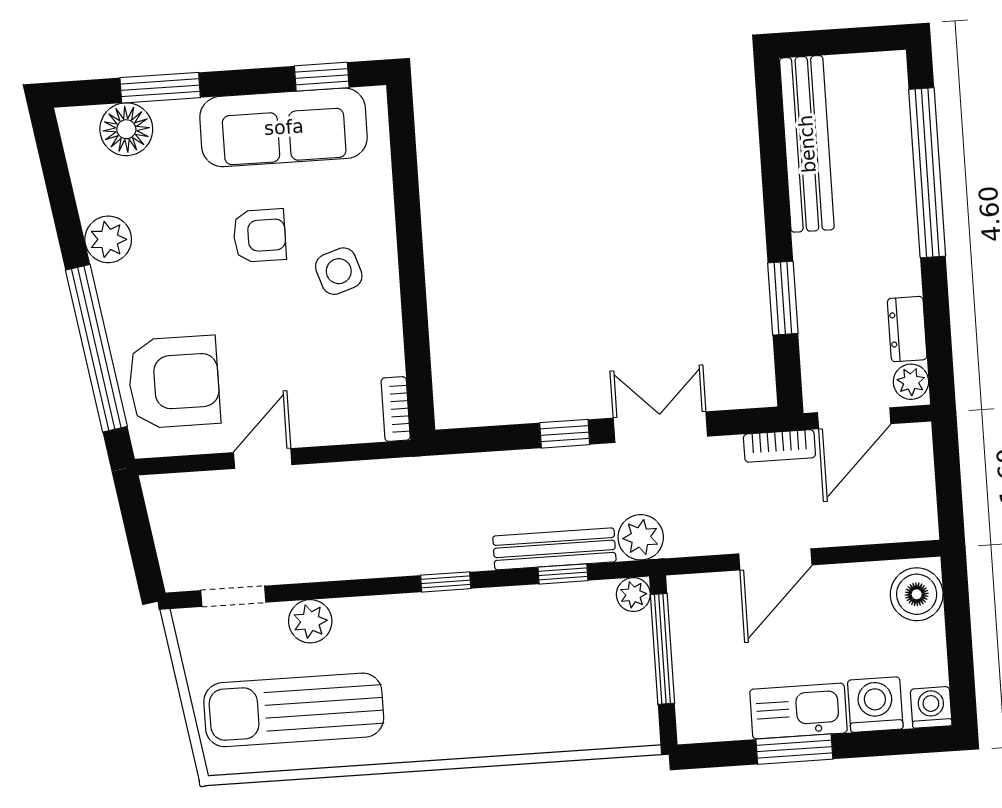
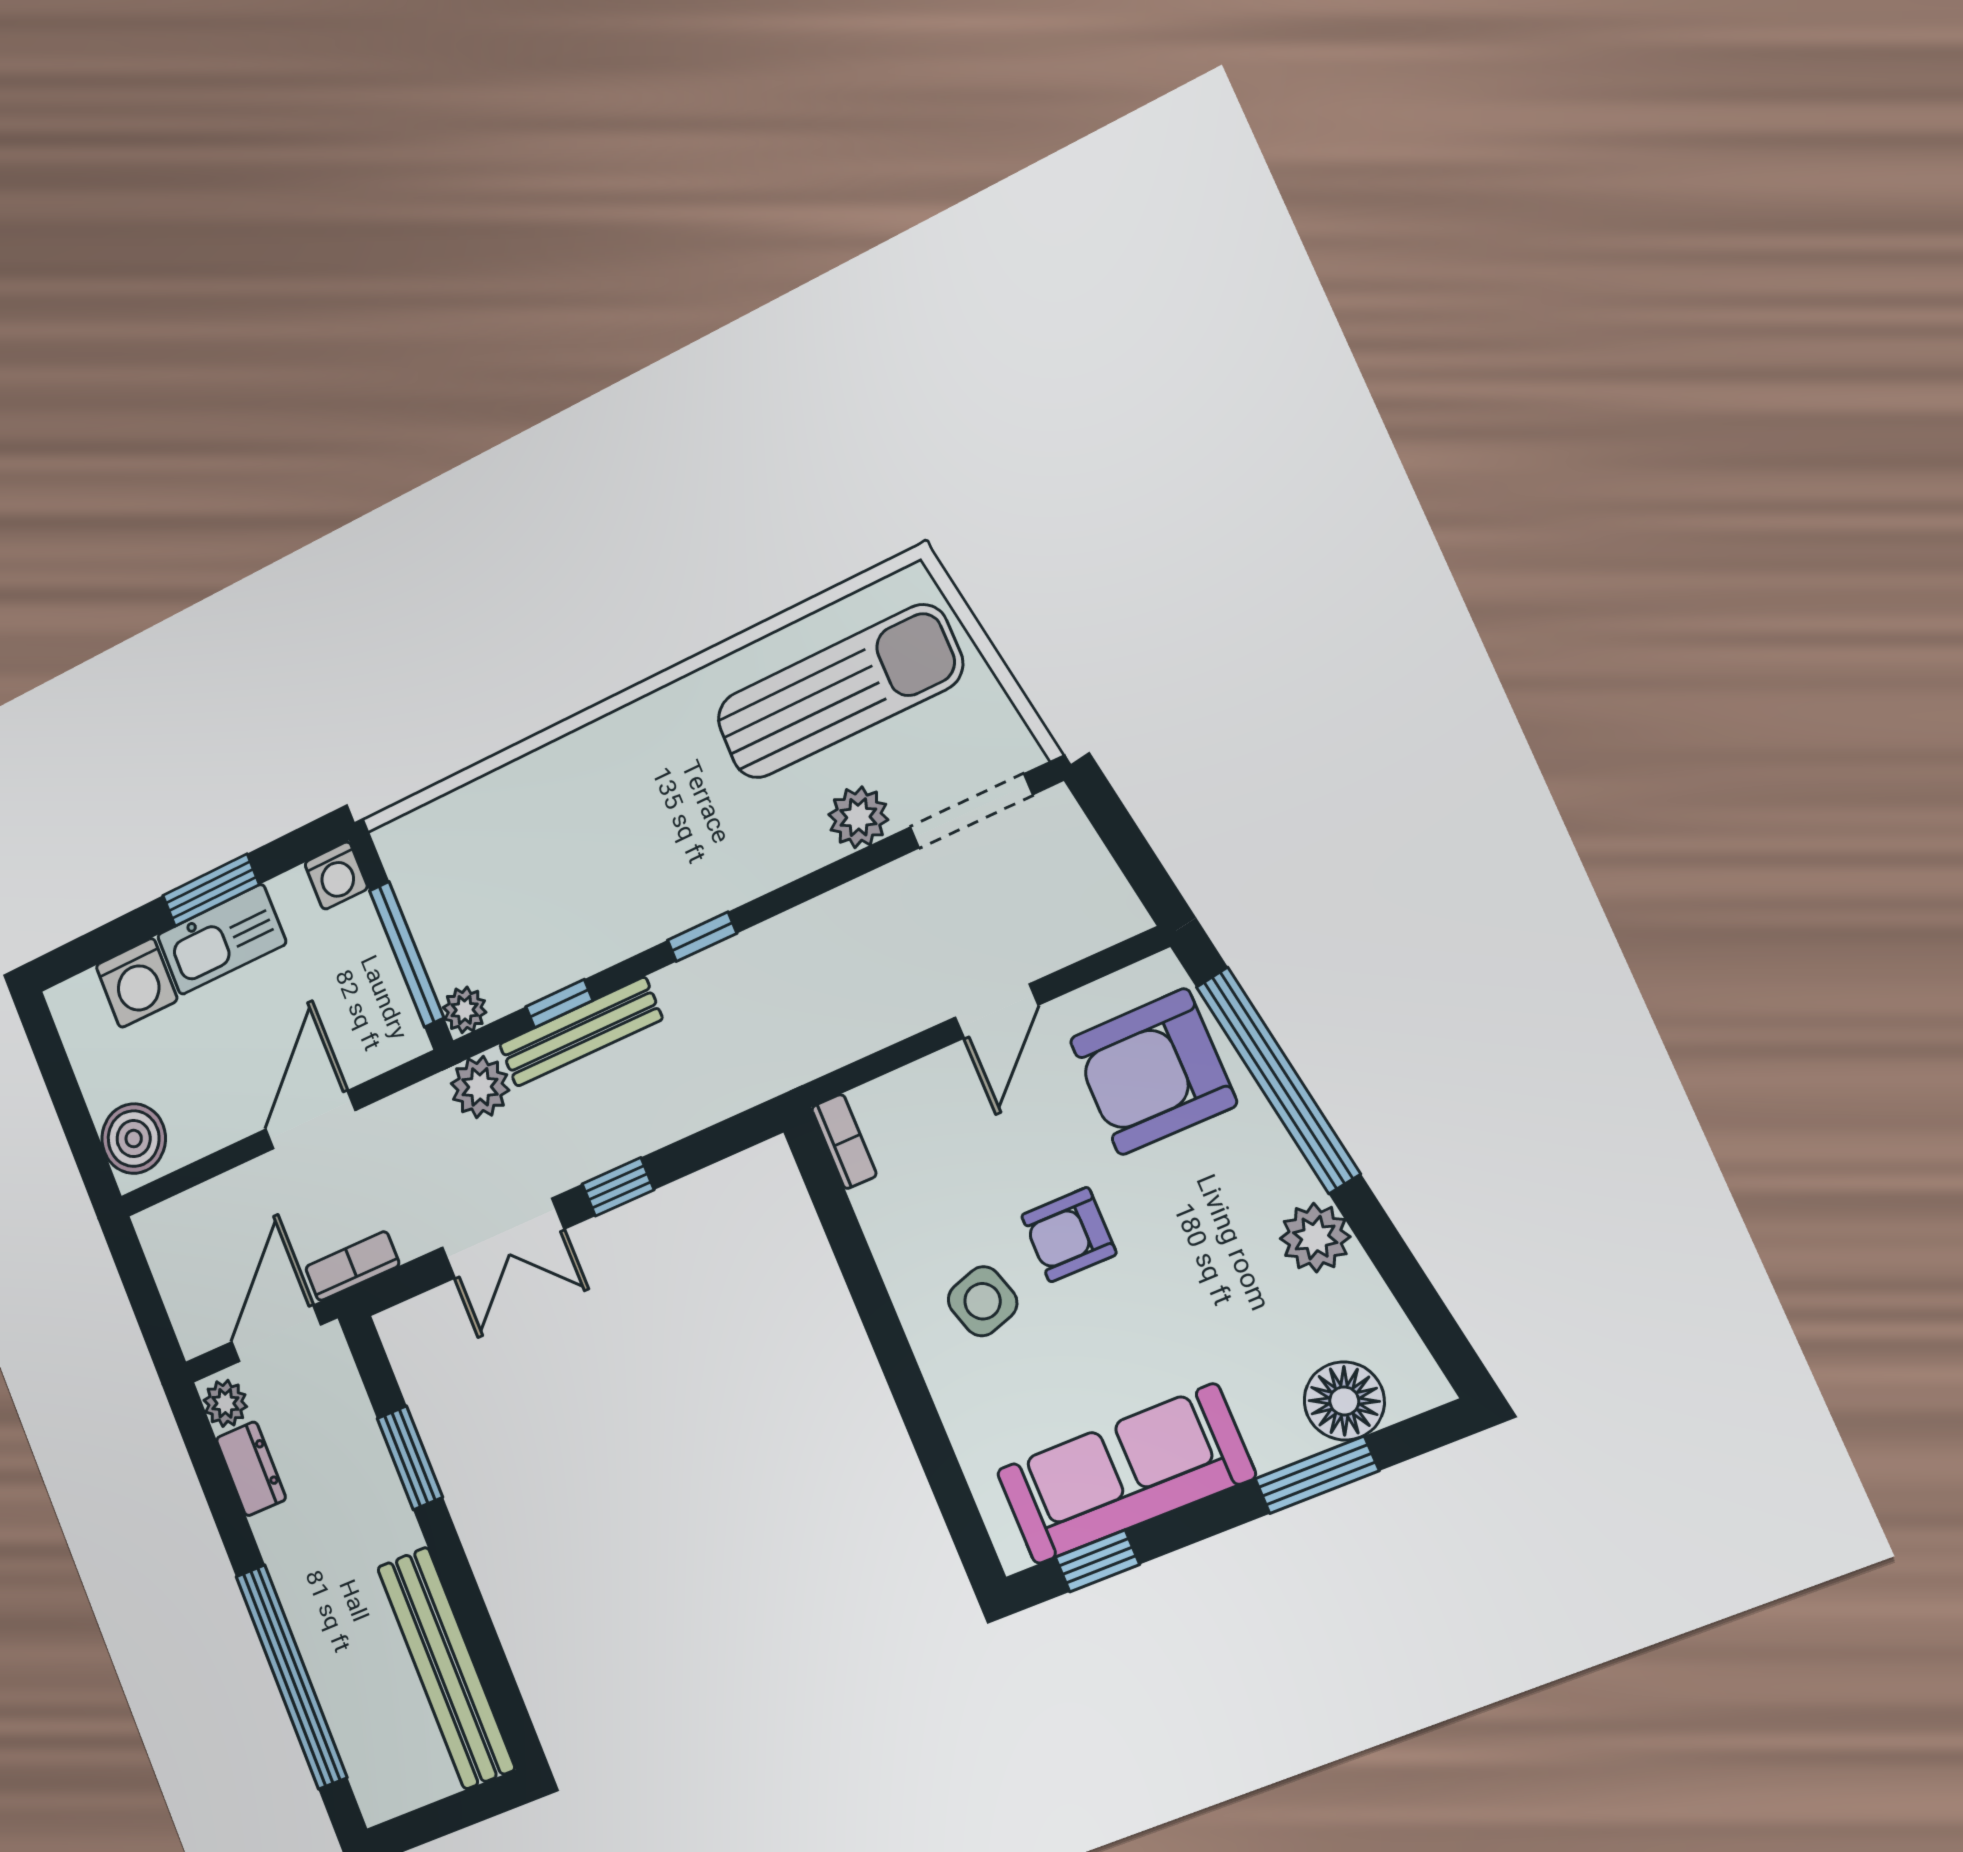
armchair: (260, 236) -> (1069, 1235), moved
doorway: (233, 596) -> (971, 811), width x1.38
washing machine: (931, 707) -> (336, 876), moved

